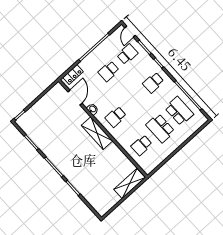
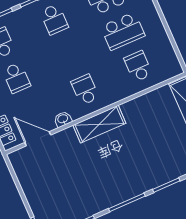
school desk: (116, 117) -> (85, 90), turned 180
school desk: (142, 145) -> (138, 66), turned 180

